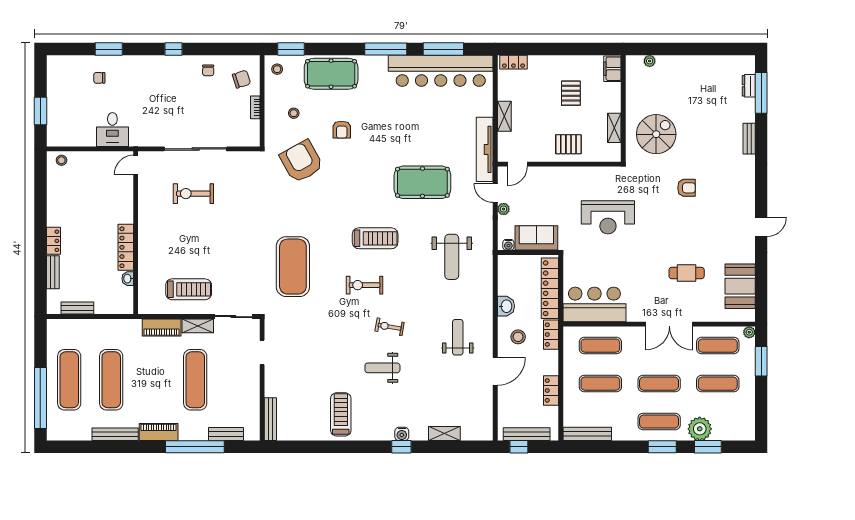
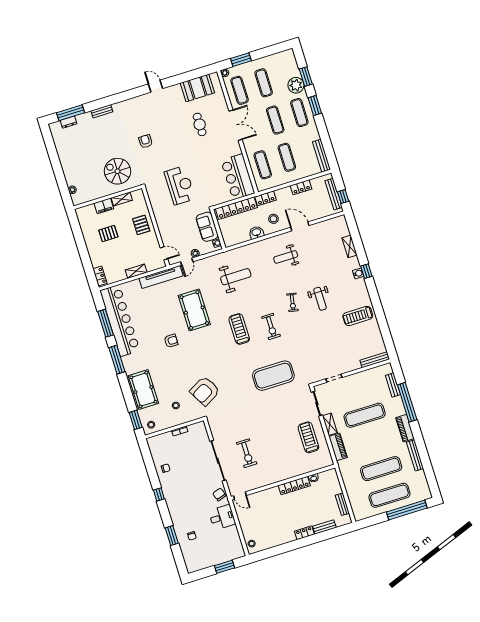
filing cabinet: (612, 69) -> (104, 206), moved
chair: (241, 79) -> (219, 494), moved
armchair: (342, 130) -> (171, 341), moved

